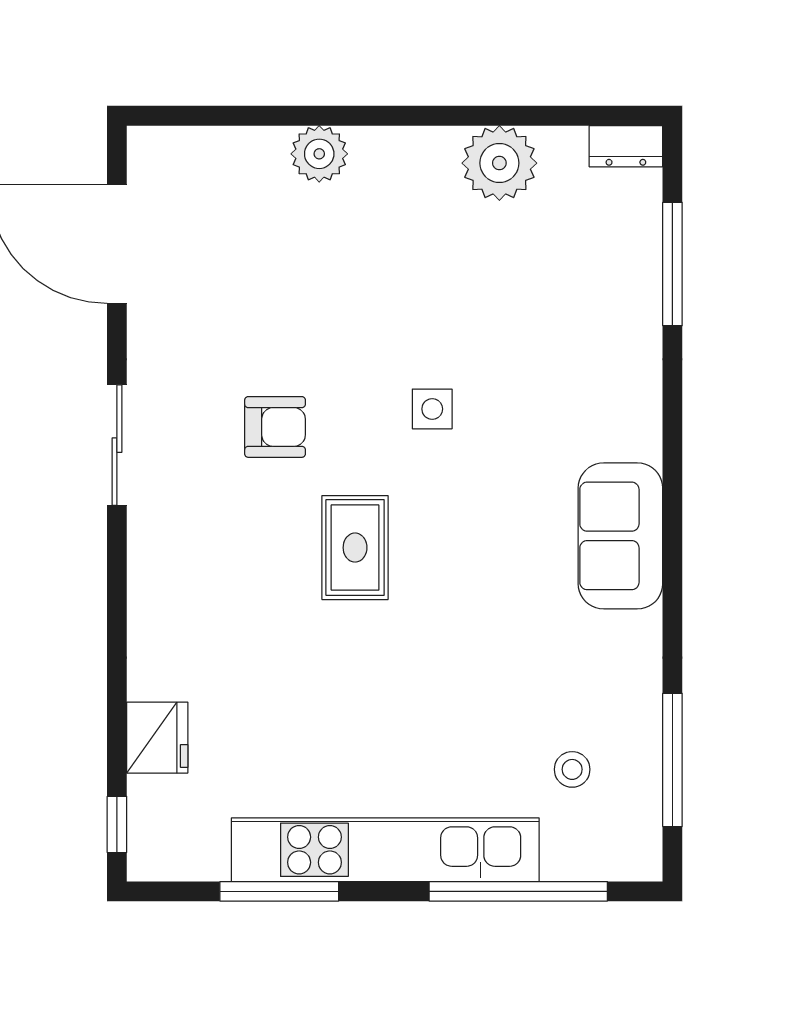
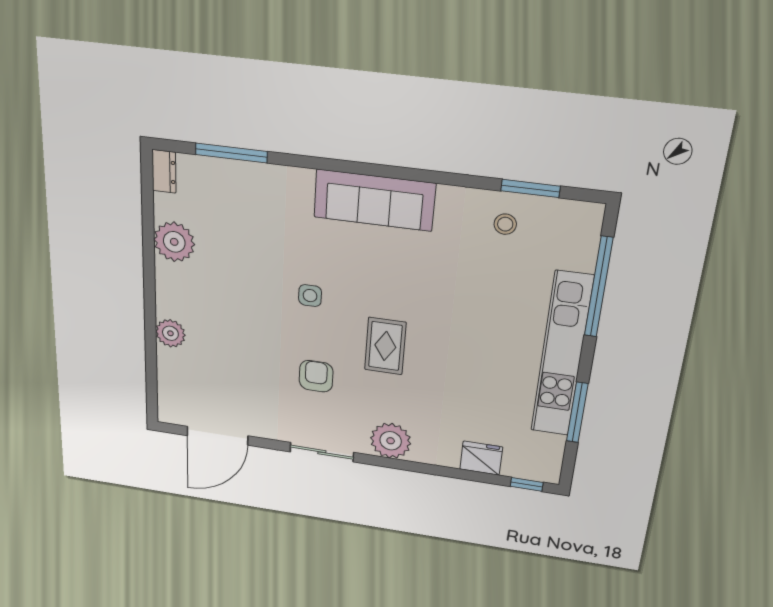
sofa: (620, 536) -> (374, 200), width x1.36
rug: (355, 548) -> (385, 346), turned 90
plant: (164, 571) -> (391, 441), added
window: (672, 760) -> (530, 188), width x0.69
stool: (572, 769) -> (505, 224), moved

